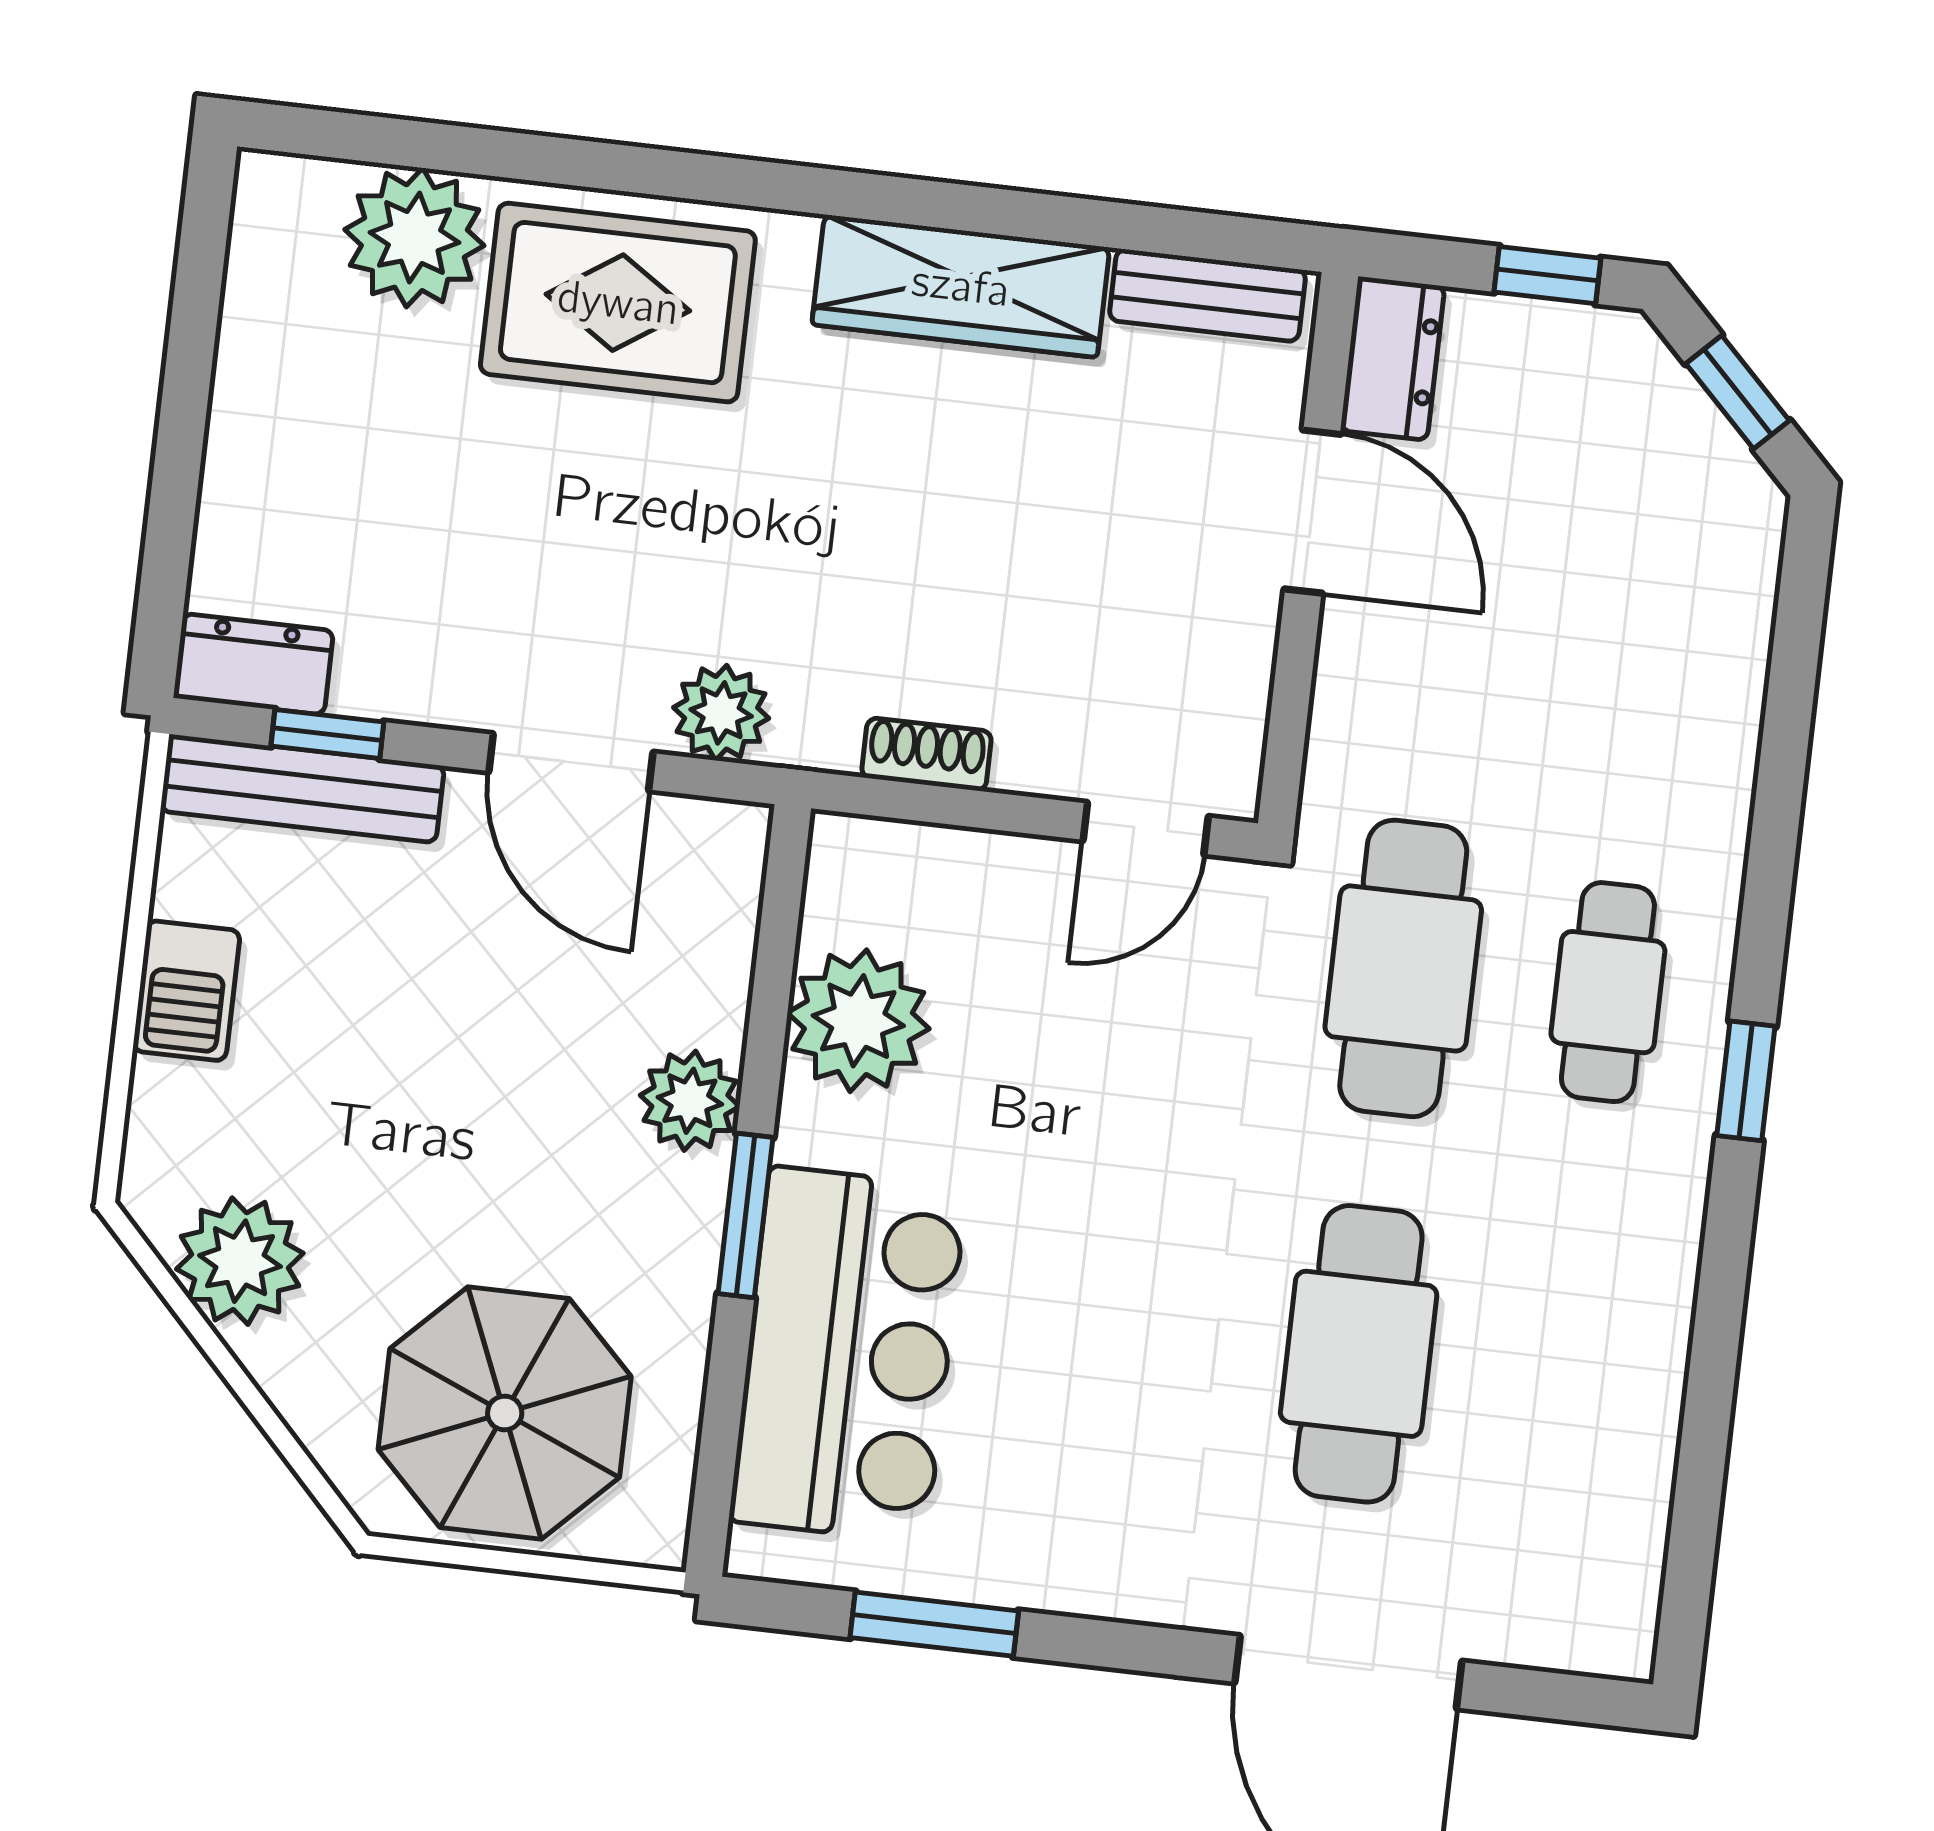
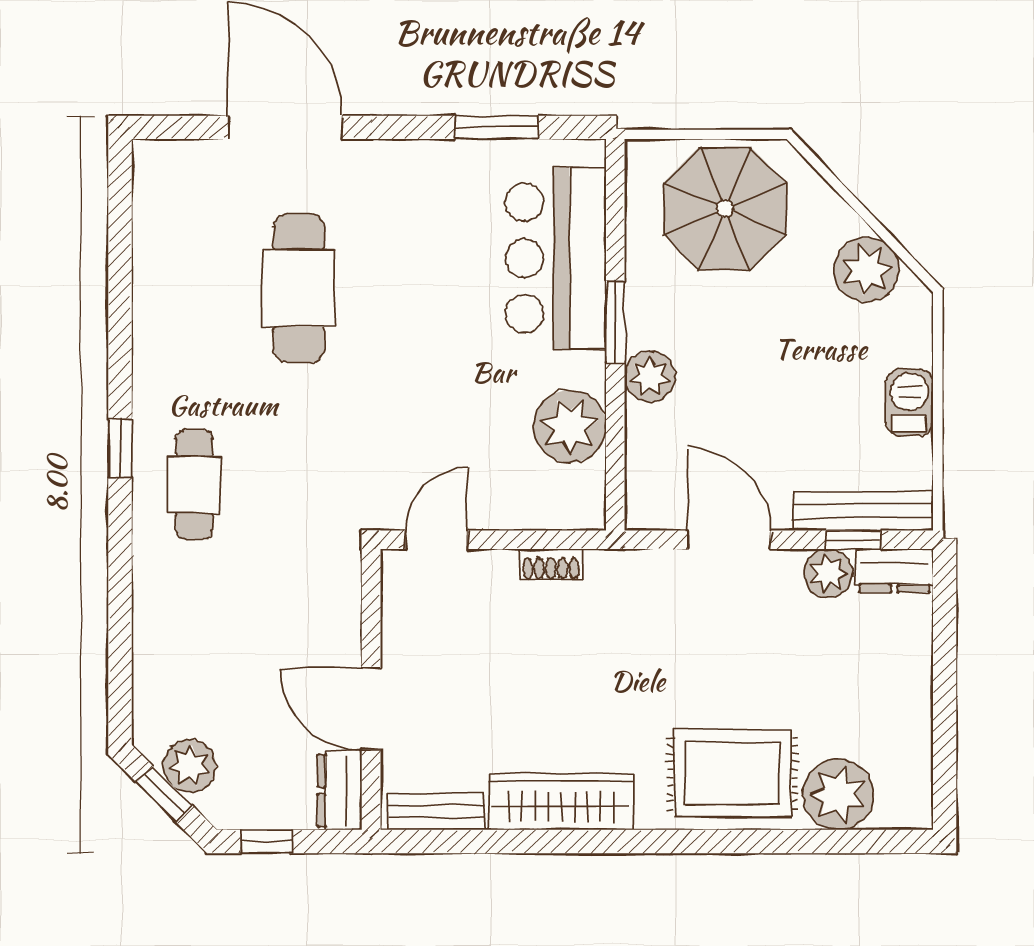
plant: (1681, 441) -> (190, 766), added
plant: (721, 713) -> (828, 573), moved
cafe table: (1403, 968) -> (299, 484), removed

